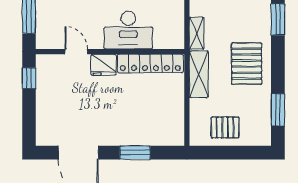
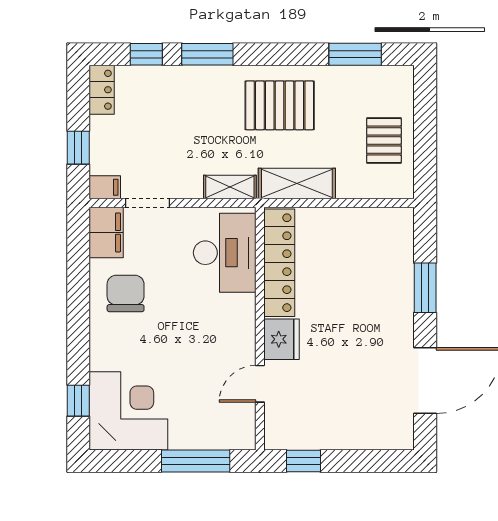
desk: (128, 30) -> (225, 253), moved

